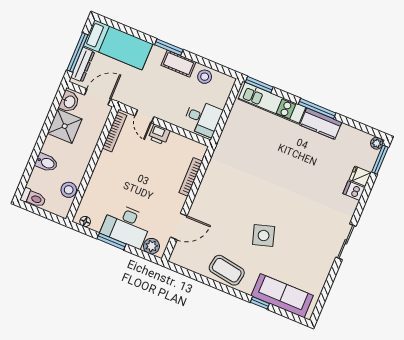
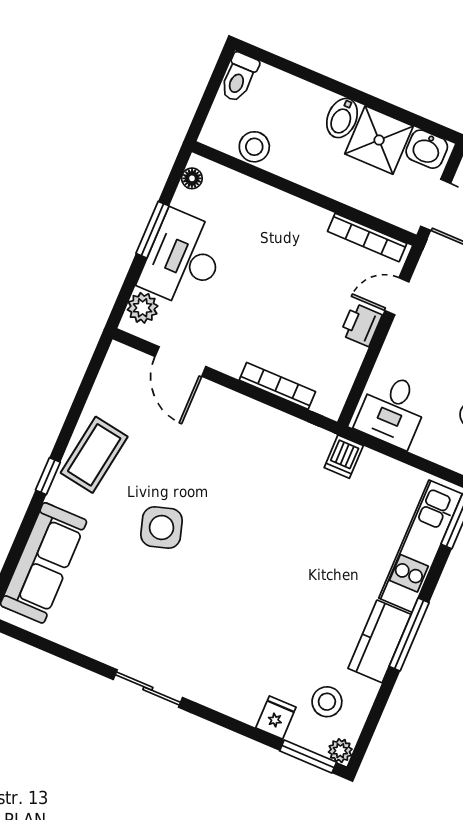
stool: (352, 150) -> (327, 702), added
bidet: (46, 163) -> (342, 118), moved
dishwasher: (354, 191) -> (344, 457), moved, turned 180
window: (260, 303) -> (48, 476), moved

